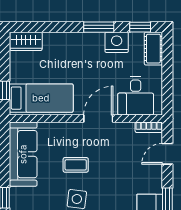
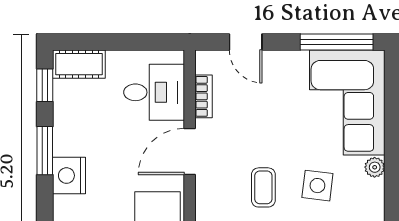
nightstand: (117, 42) -> (69, 176), moved
door: (98, 118) -> (190, 152), hinge flipped
bookcase: (149, 127) -> (204, 96), moved

